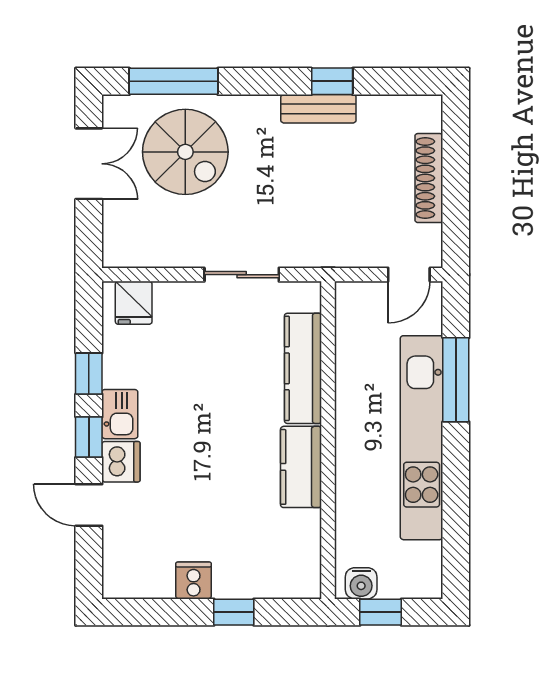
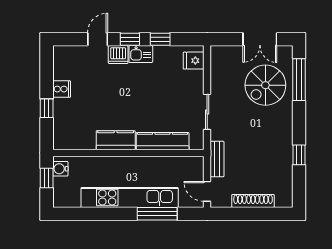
bench: (318, 109) -> (217, 159), moved

